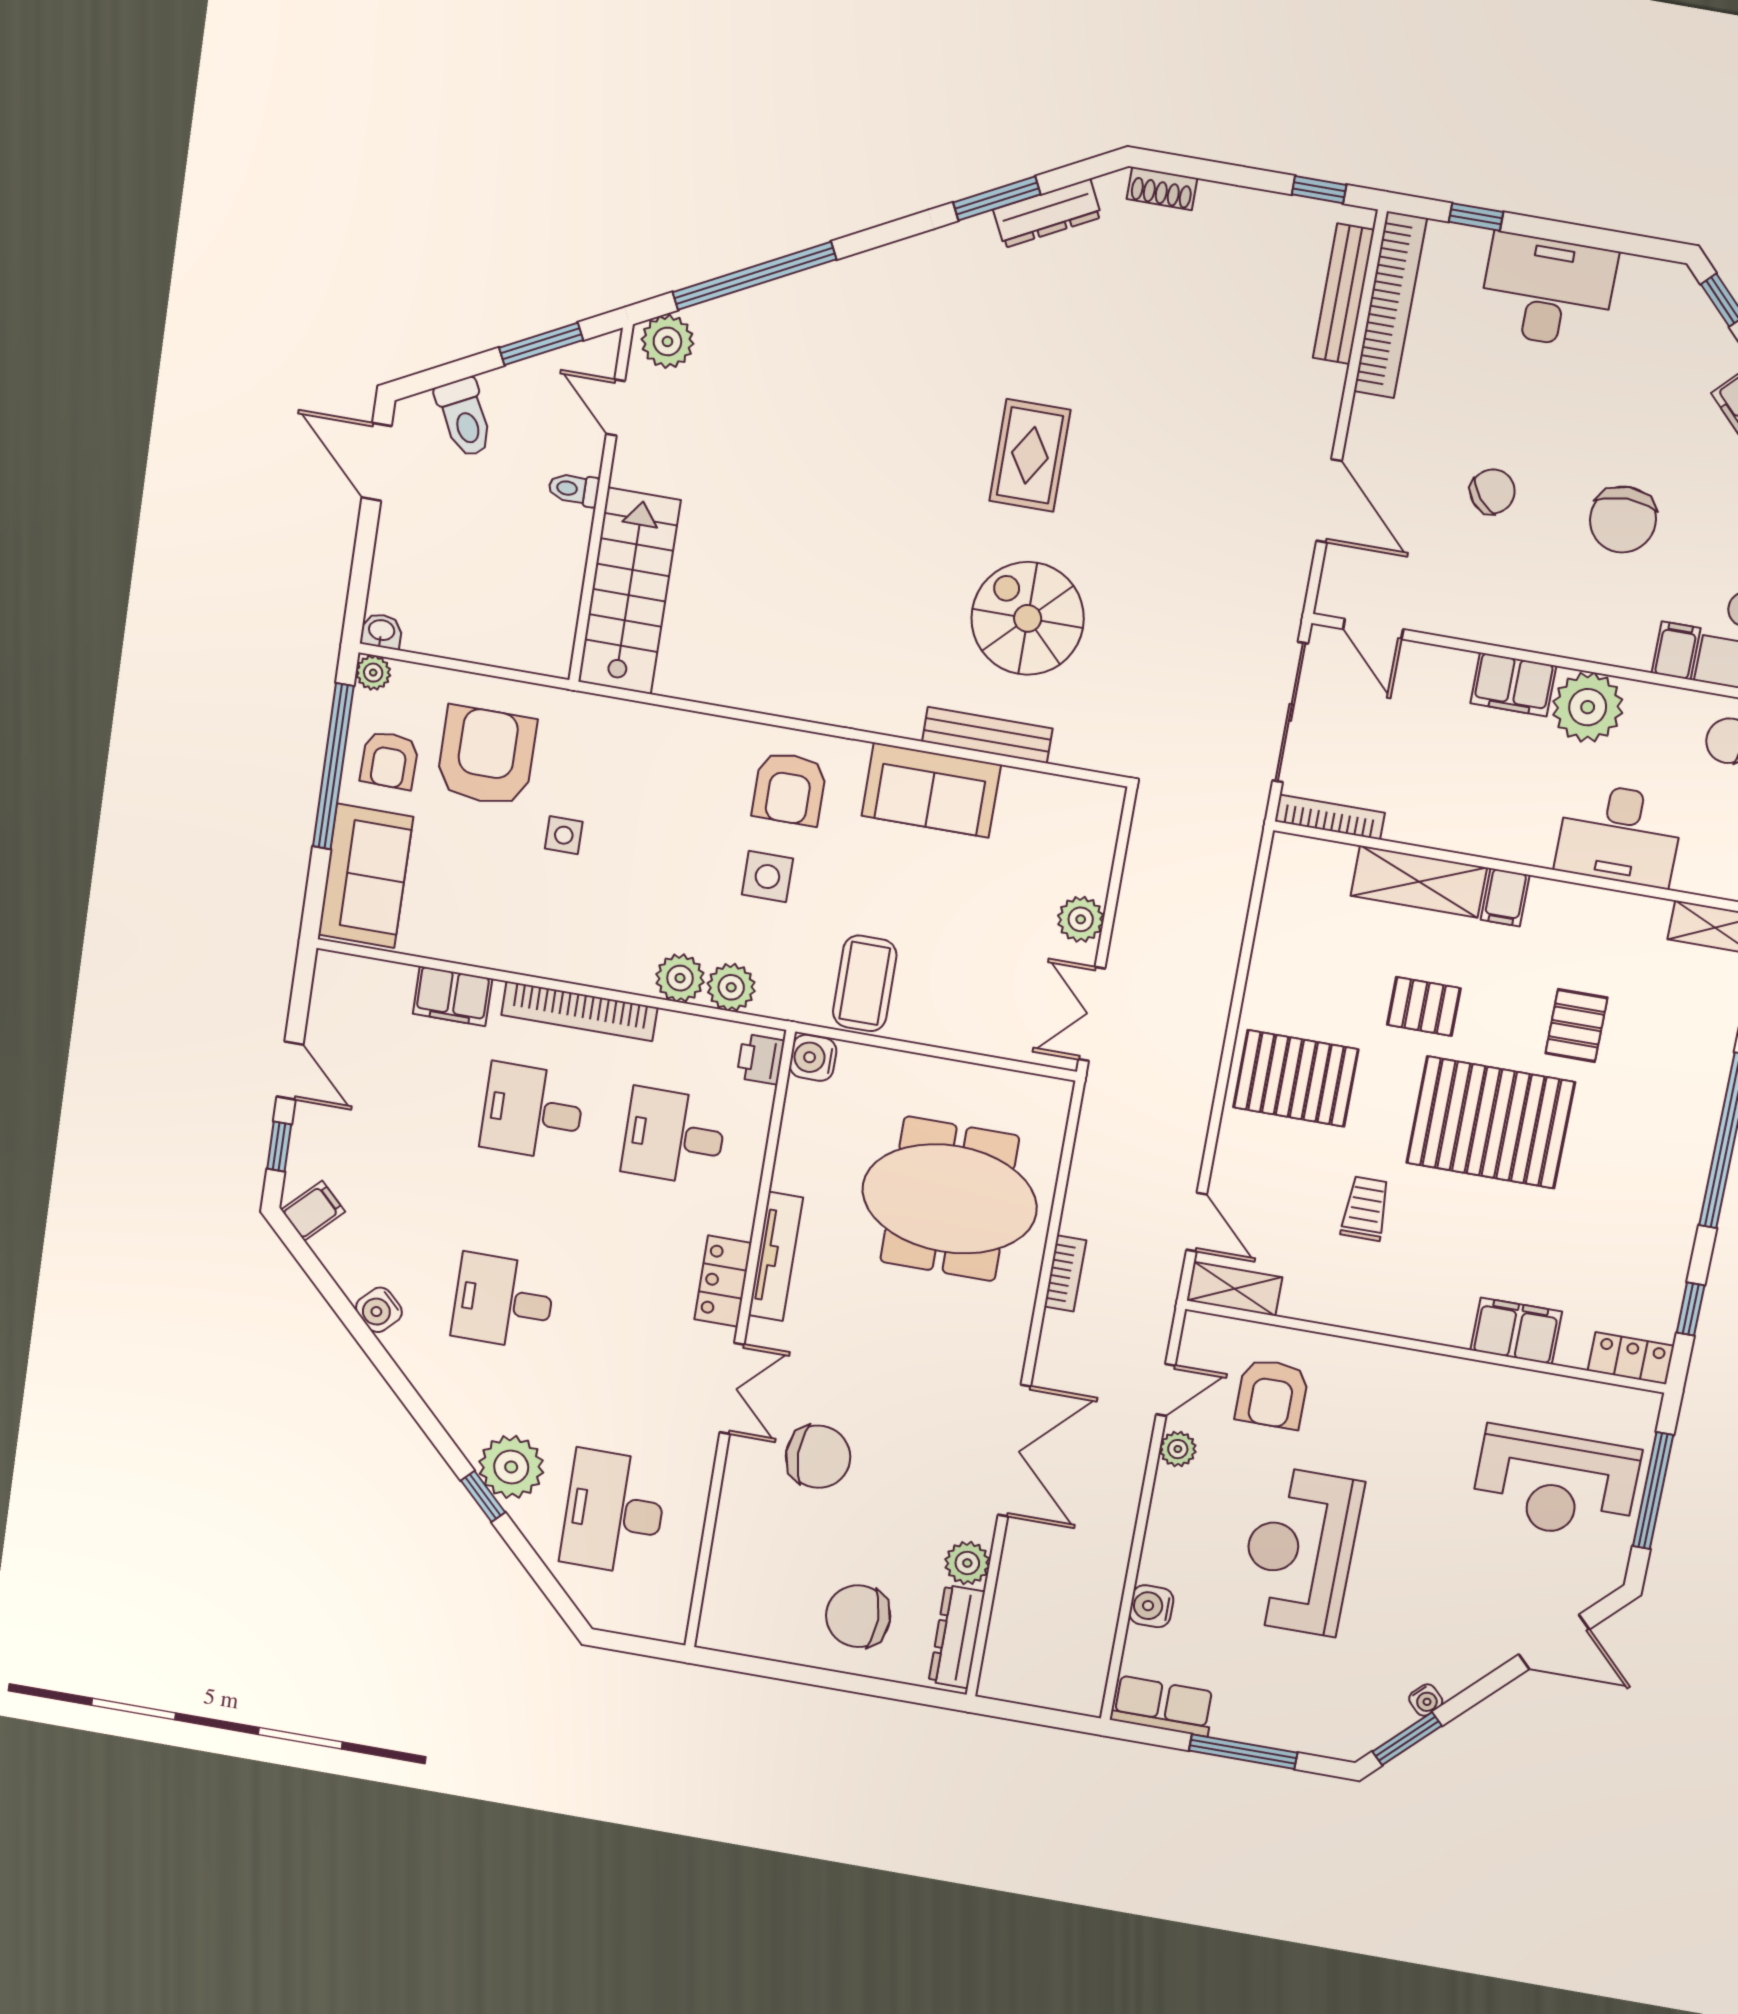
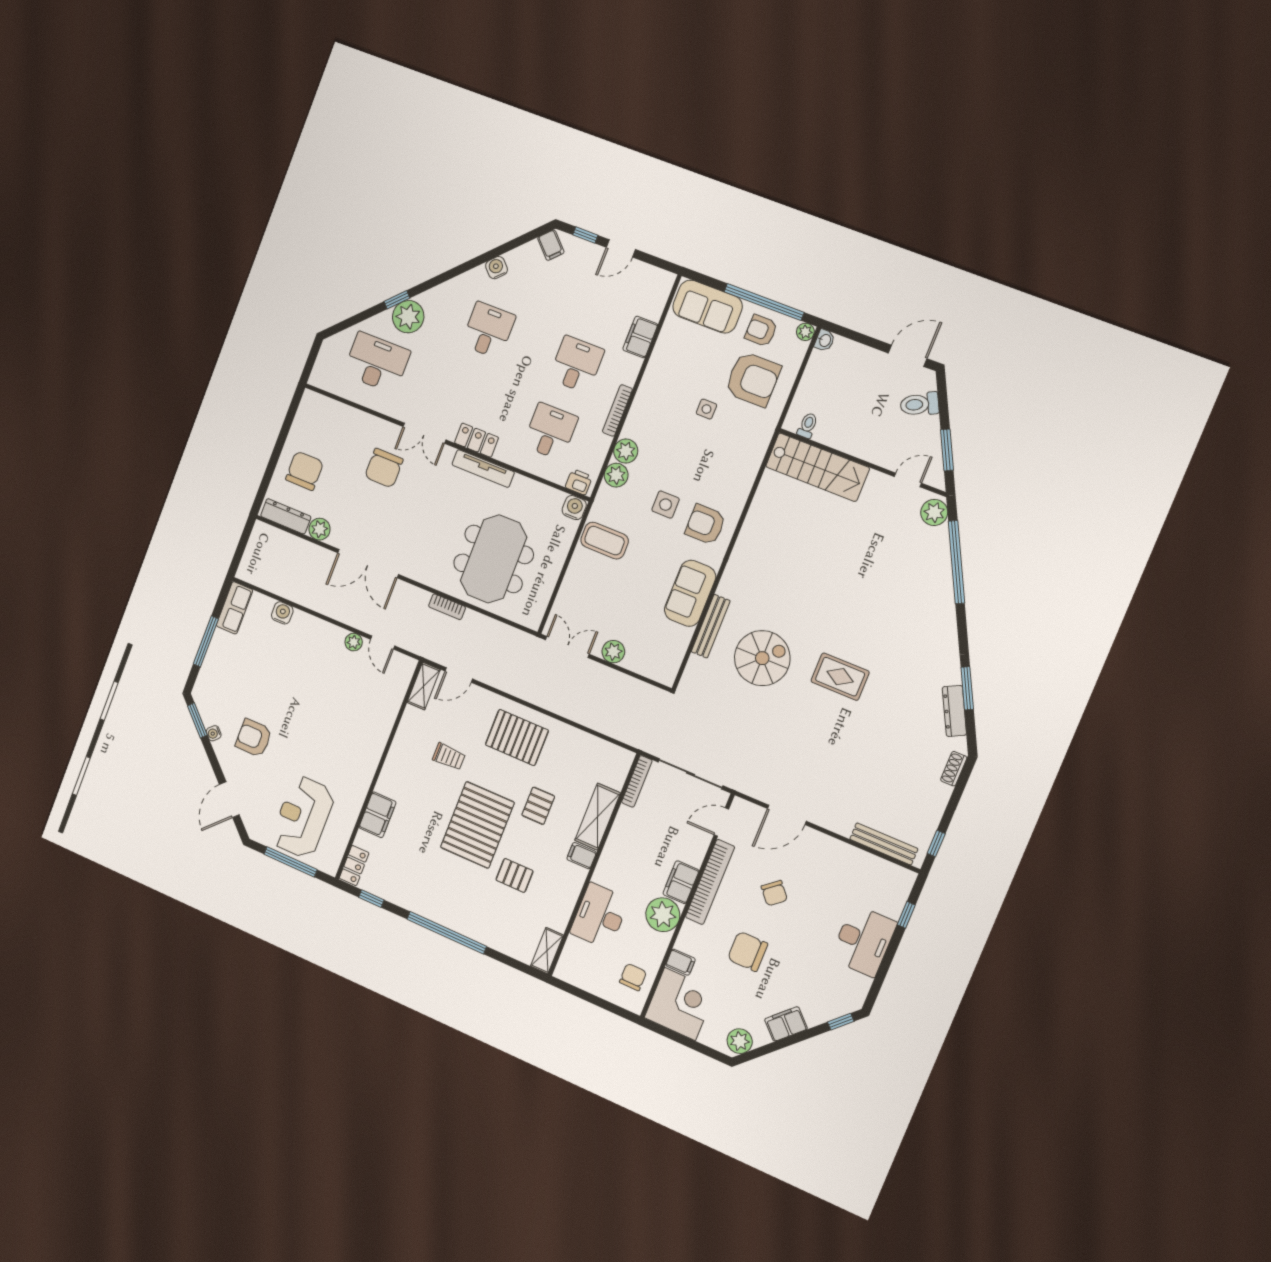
bookcase: (1390, 305) -> (710, 882), moved, turned -90
toilet: (574, 489) -> (808, 426), moved
bookcase: (579, 1011) -> (617, 410), width x0.68, depth x0.76
pallet: (1296, 1078) -> (517, 738), turned 90
armchair: (1272, 1394) -> (254, 738), moved
reception desk: (1300, 1551) -> (295, 689), removed

